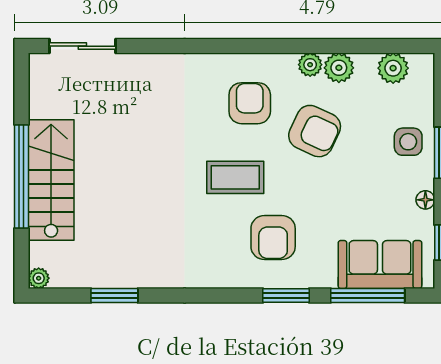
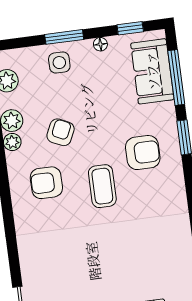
armchair: (315, 131) -> (61, 132), width x0.72, depth x0.72

